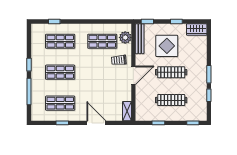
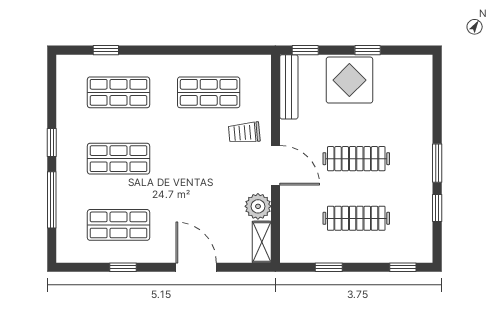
wardrobe: (197, 29) -> (411, 67), removed
plant: (125, 37) -> (258, 206), moved
display table: (167, 46) -> (349, 80), moved
door: (133, 75) -> (275, 165), hinge flipped

